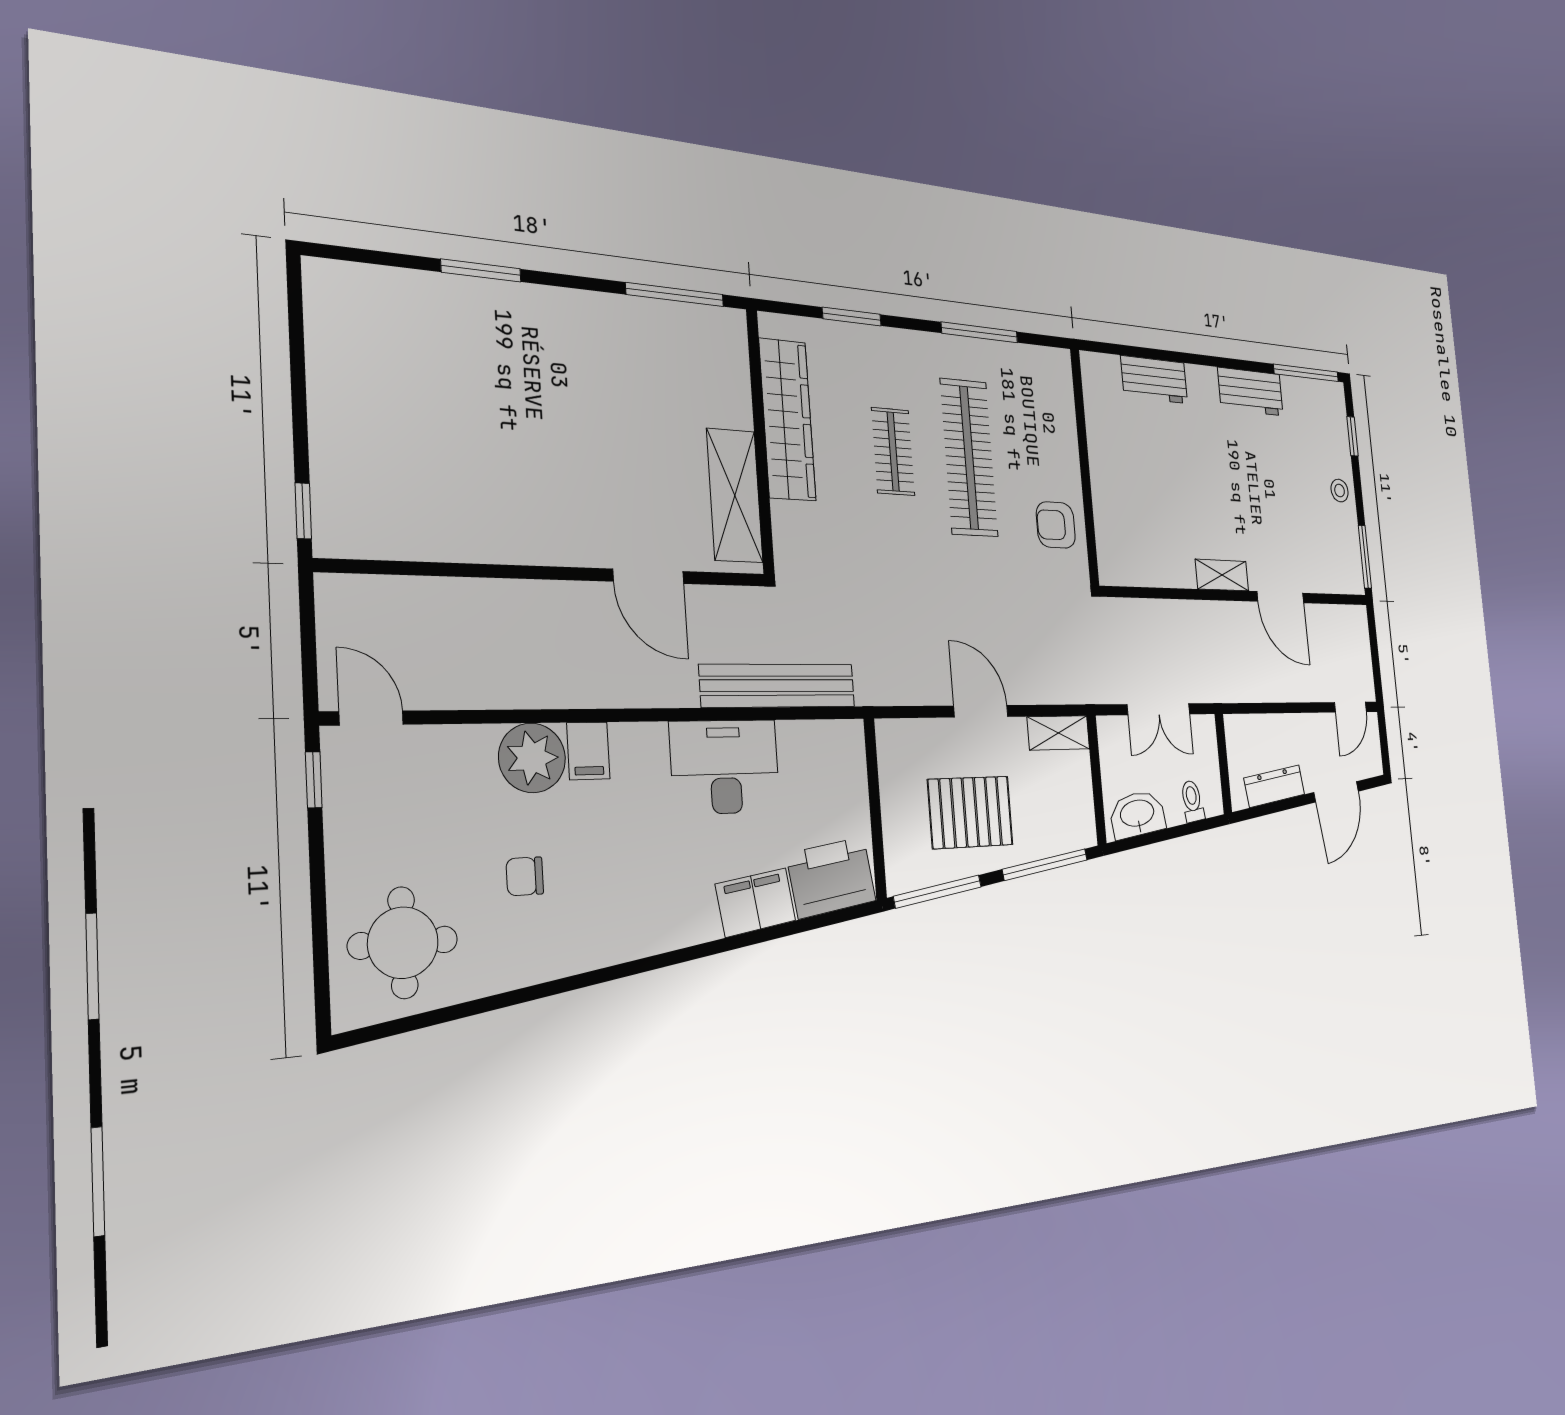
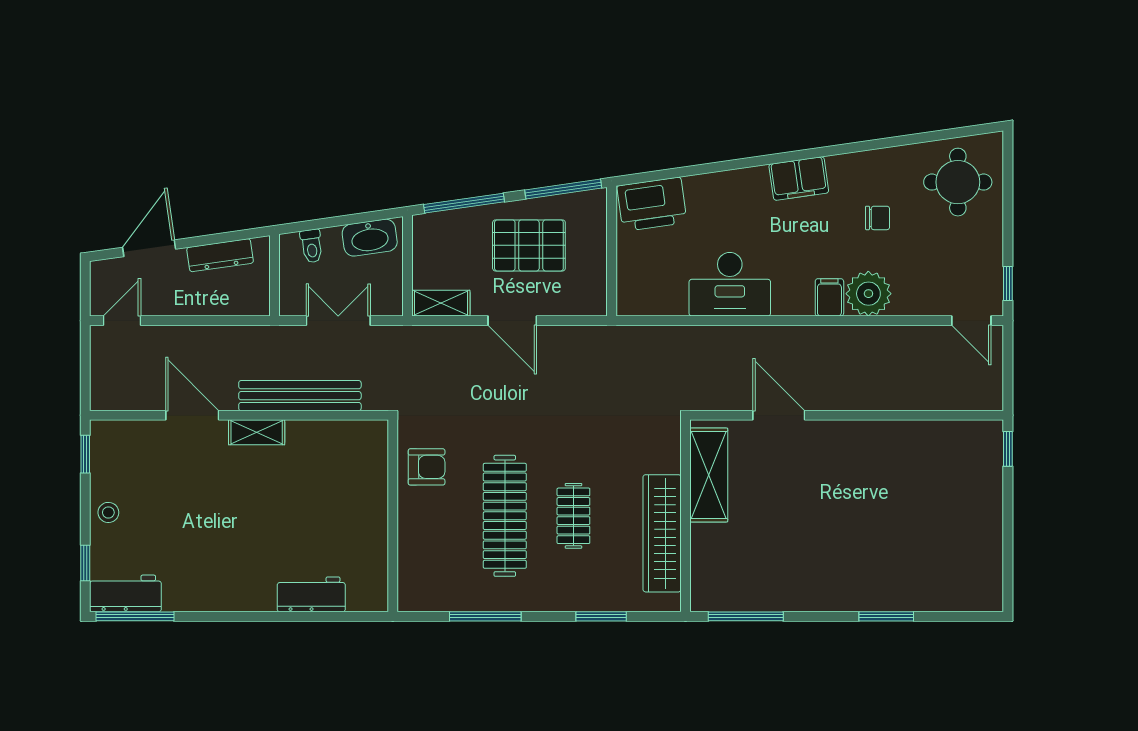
workbench: (1251, 392) -> (125, 593), moved
window: (1365, 557) -> (85, 454), width x0.67
bench: (778, 686) -> (300, 396), moved
filing cabinet: (756, 902) -> (799, 178), moved

